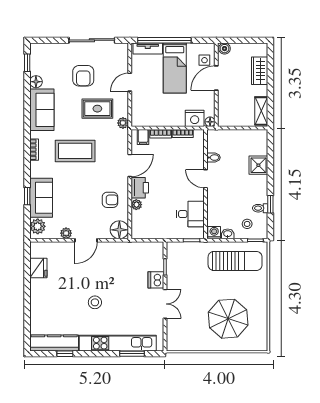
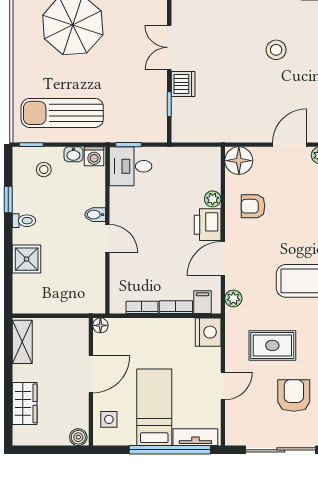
door: (216, 78) -> (91, 374), moved
nightstand: (195, 118) -> (208, 332), moved, turned 90
plant: (123, 123) -> (233, 298), moved
bidet: (214, 158) -> (95, 215), moved
toilet: (260, 208) -> (24, 221), moved
desk: (190, 214) -> (131, 166), moved

